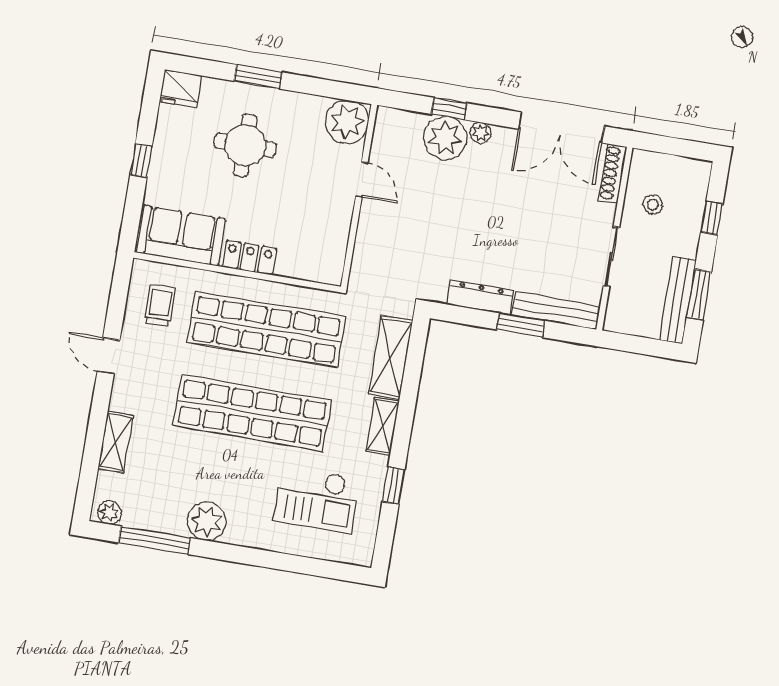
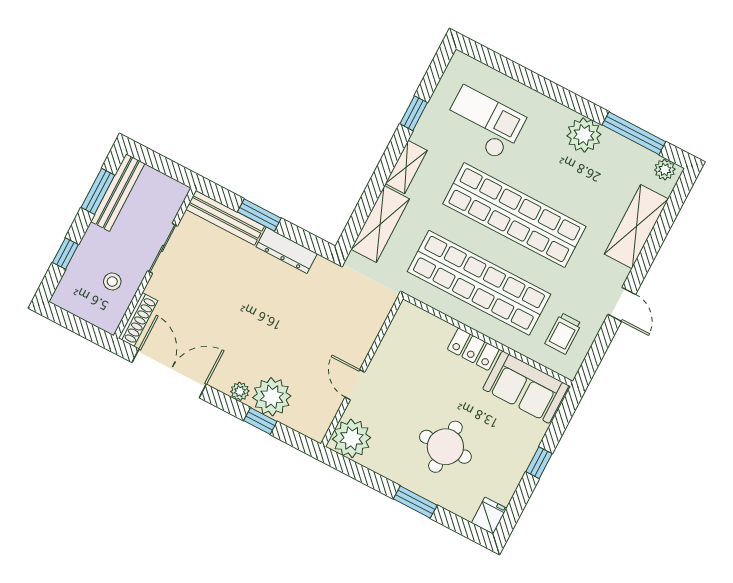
fridge: (181, 89) -> (489, 516), width x0.72
shelving: (116, 442) -> (636, 227), width x1.50, depth x1.33

